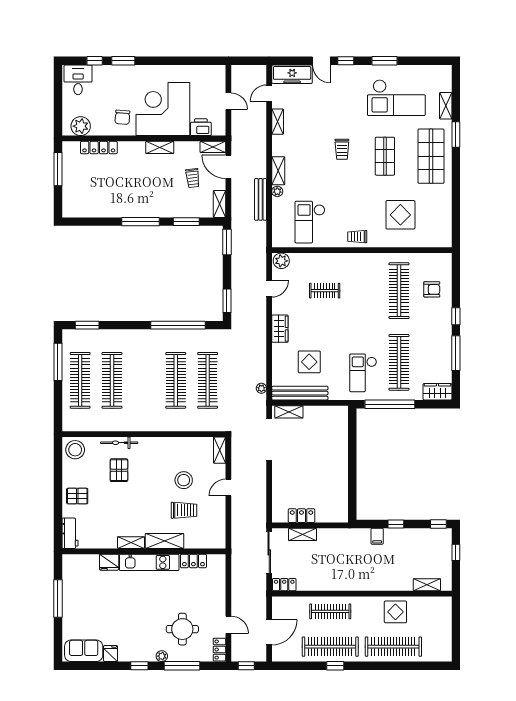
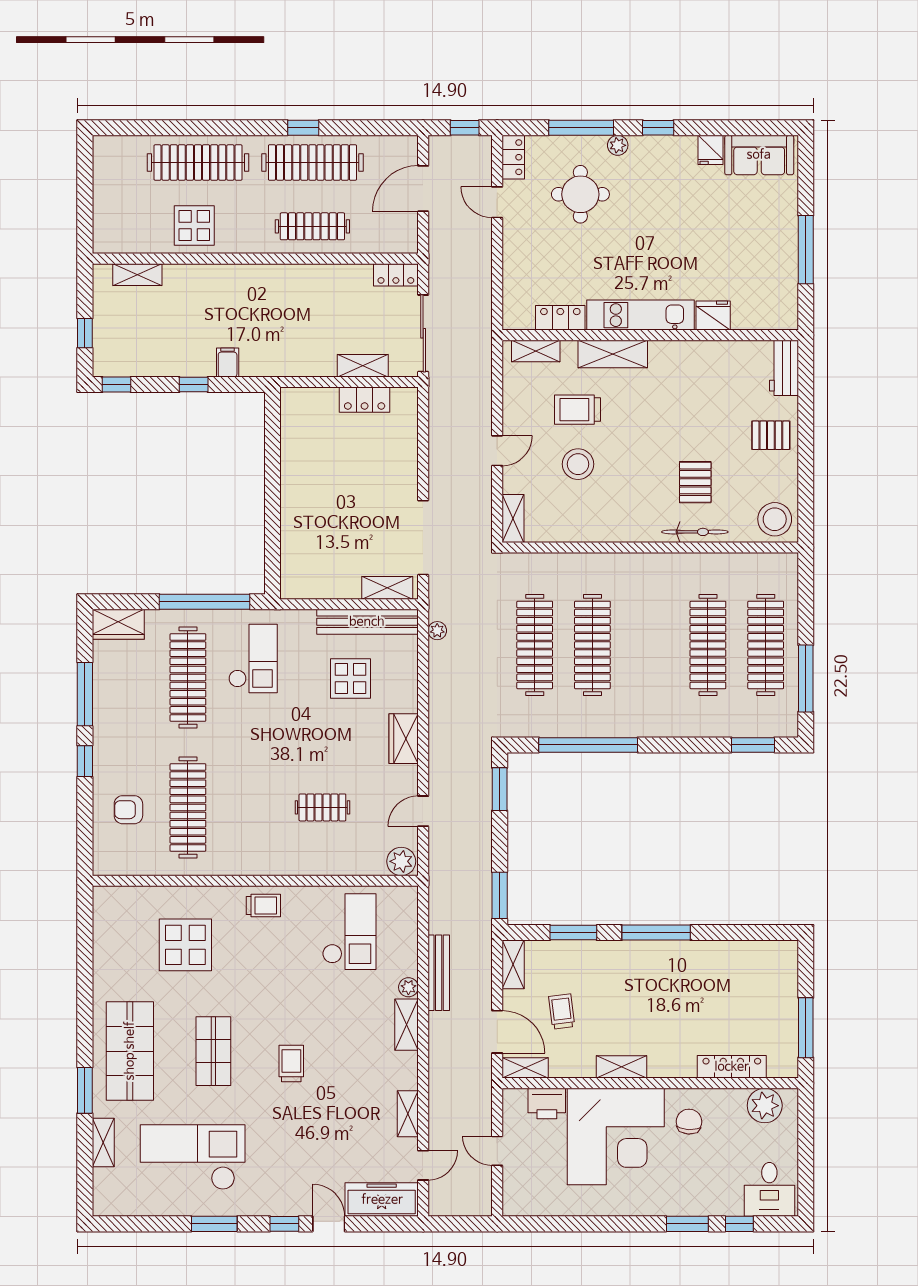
shelving: (131, 543) -> (536, 351), moved

